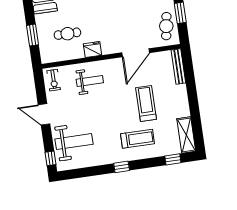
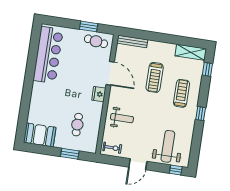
fridge: (92, 50) -> (99, 94), moved
weight bench: (90, 81) -> (122, 118), turned 90
treadmill: (146, 103) -> (155, 77), turned -90

